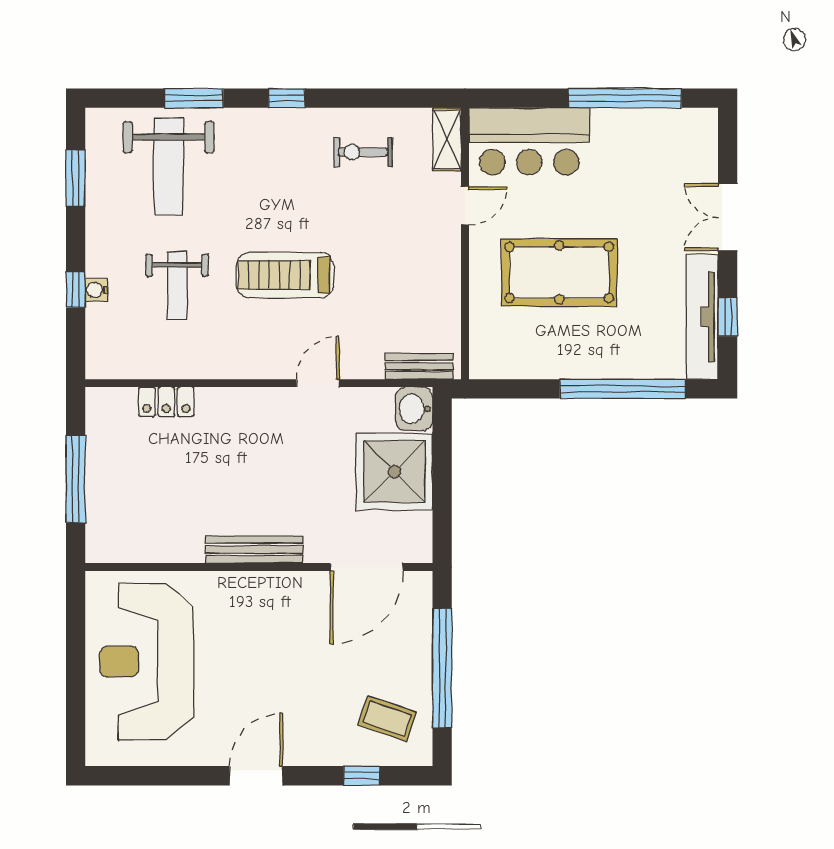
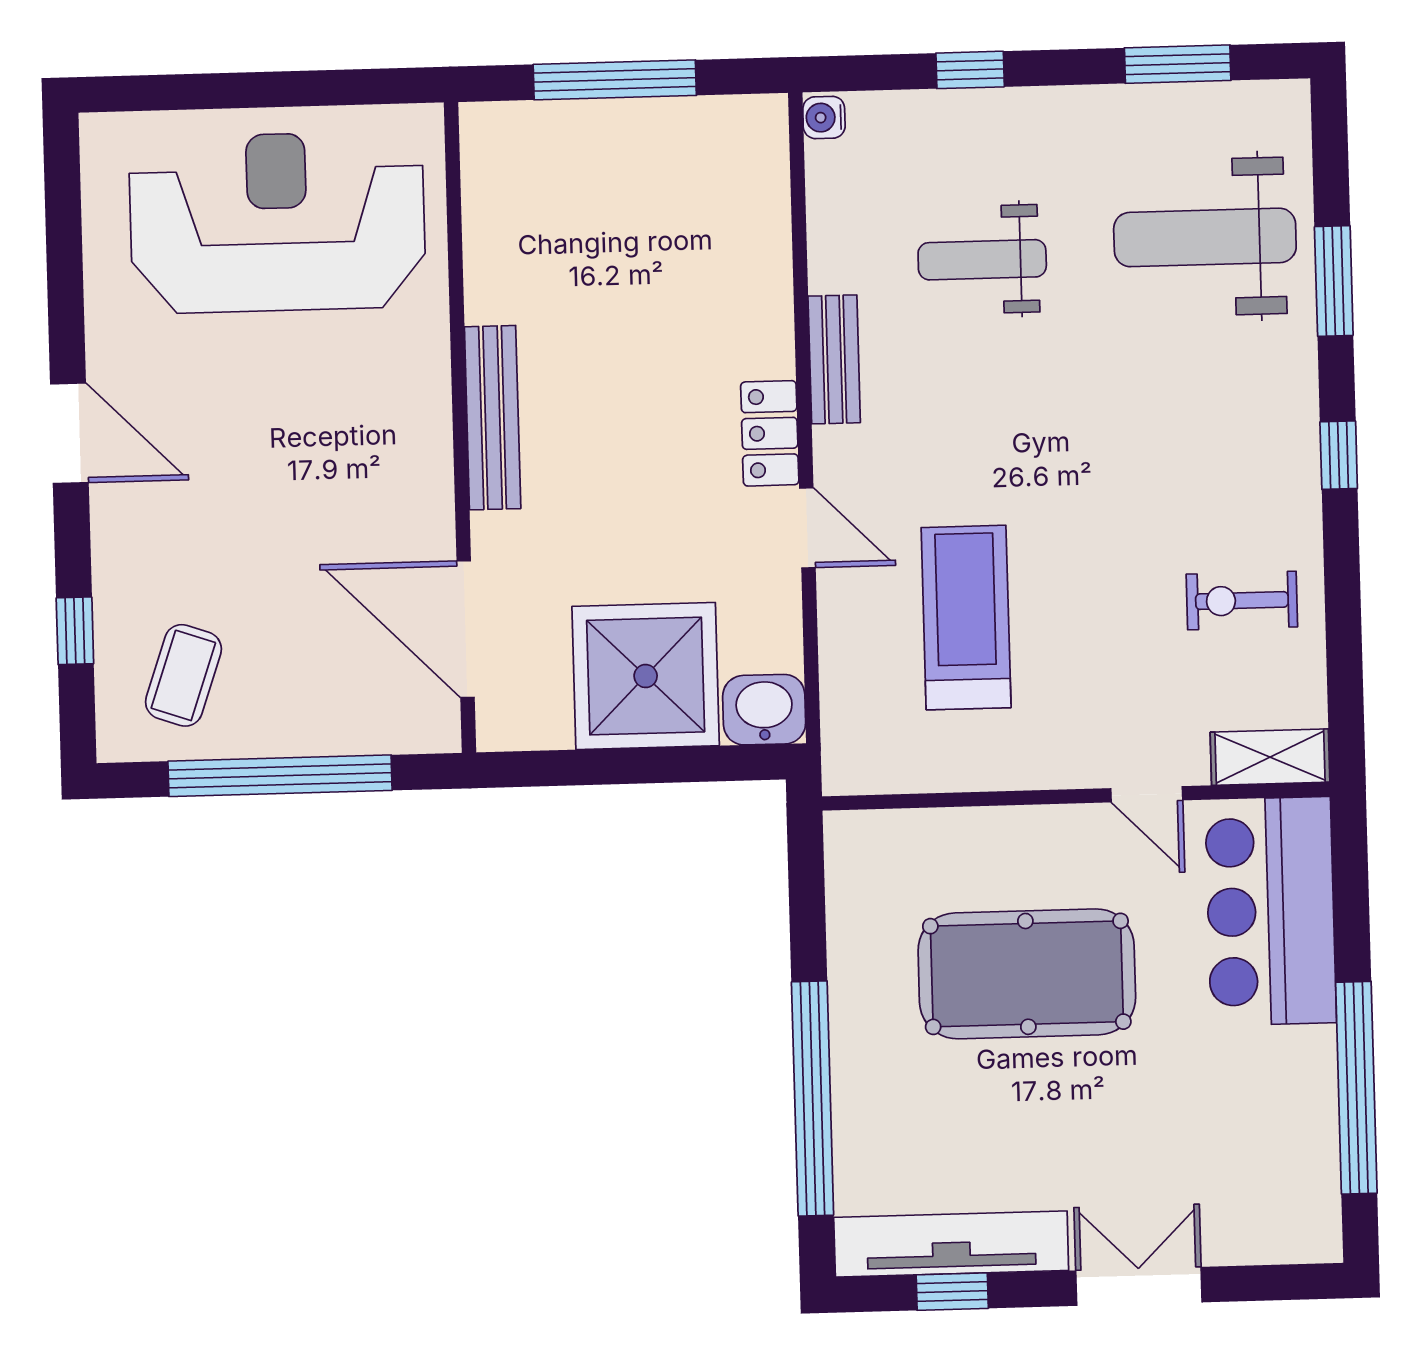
exercise bike: (363, 152) -> (1242, 601), turned -90
pool table: (559, 272) -> (1027, 974), turned 90
treadmill: (285, 275) -> (966, 618), moved
water cooler: (96, 290) -> (824, 117), moved, turned -90
bench: (419, 366) -> (834, 359), moved
locker: (166, 402) -> (770, 433), moved

